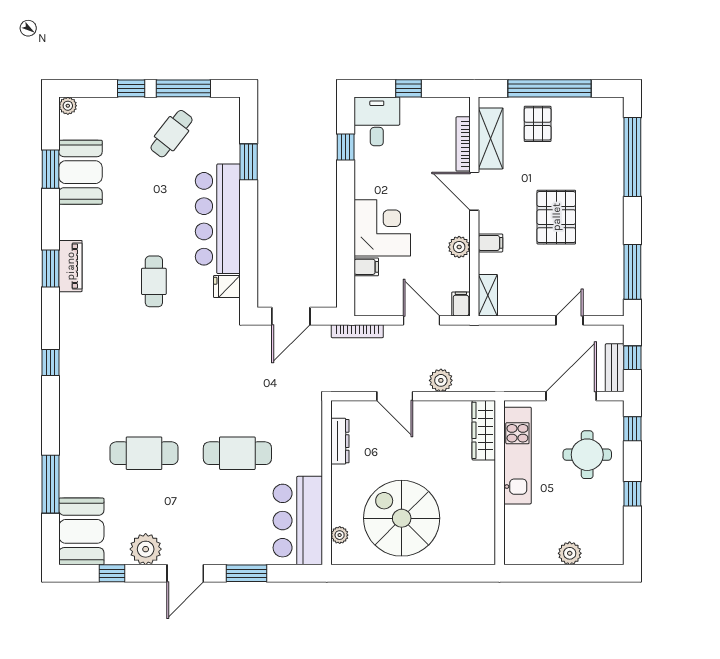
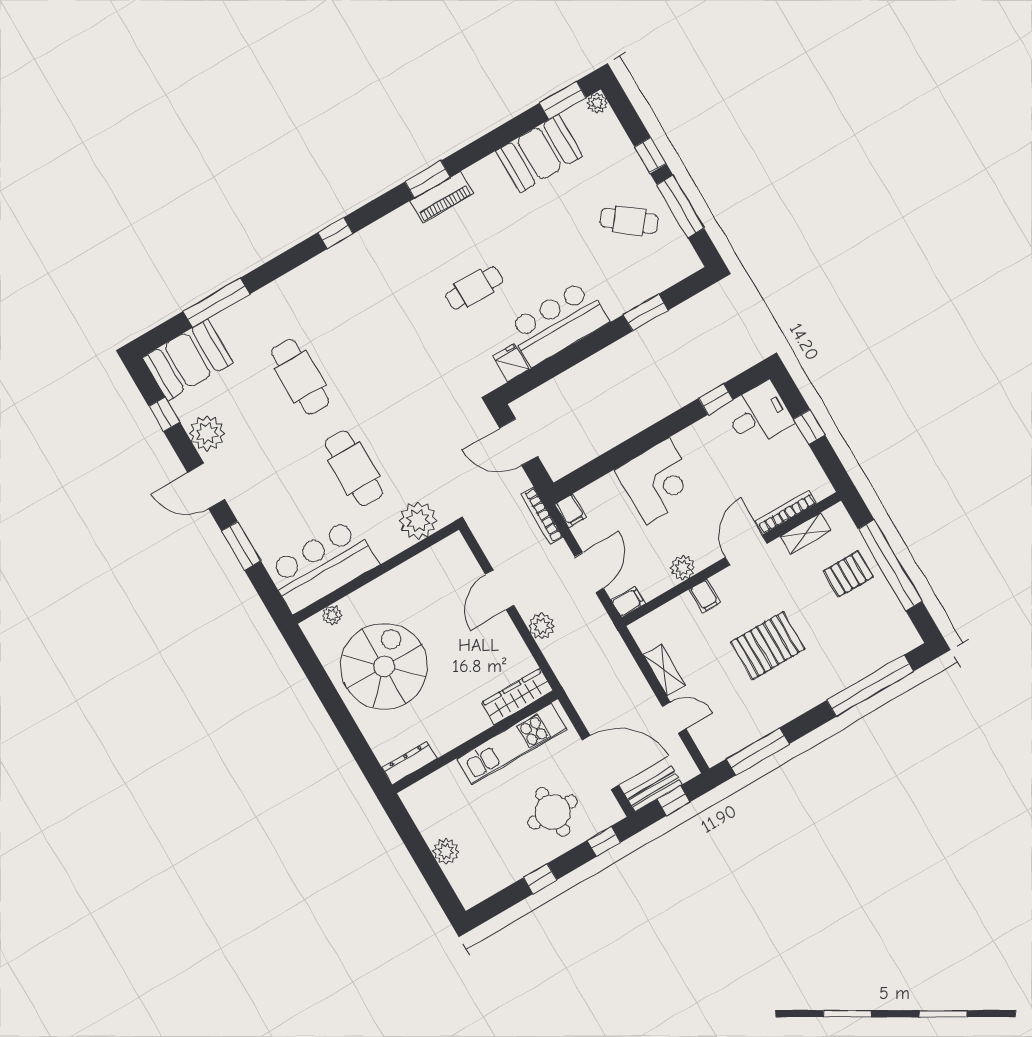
shelving: (491, 138) -> (806, 533), width x0.67, depth x0.75
window: (50, 169) -> (563, 100), moved
bar counter: (218, 219) -> (558, 323), width x0.73
filing cabinet: (366, 267) -> (571, 511), moved
shelving: (488, 295) -> (664, 670), moved, turned 90
plant: (306, 427) -> (418, 520), added
dresser: (340, 441) -> (409, 763), moved, turned 180

